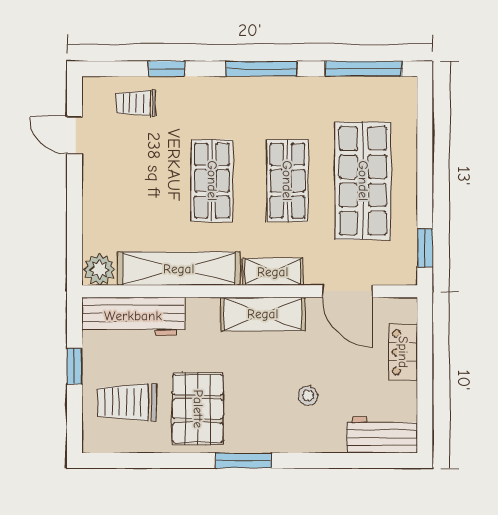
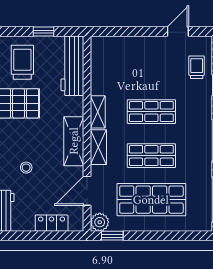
shelving: (179, 269) -> (98, 112), width x0.45, depth x0.75
plant: (99, 270) -> (100, 222), moved

